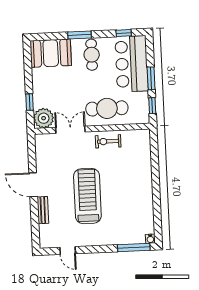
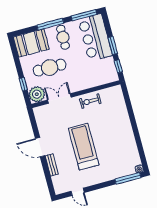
window: (124, 33) -> (84, 15), width x2.17
window: (79, 35) -> (50, 24), width x1.44
cafe table: (107, 108) -> (50, 68), moved

